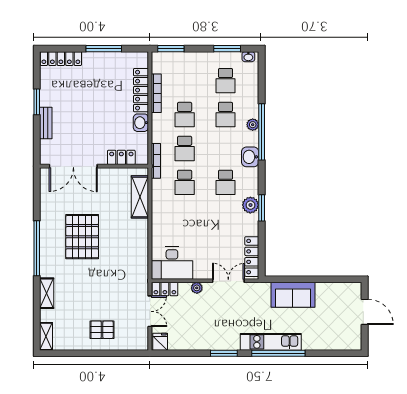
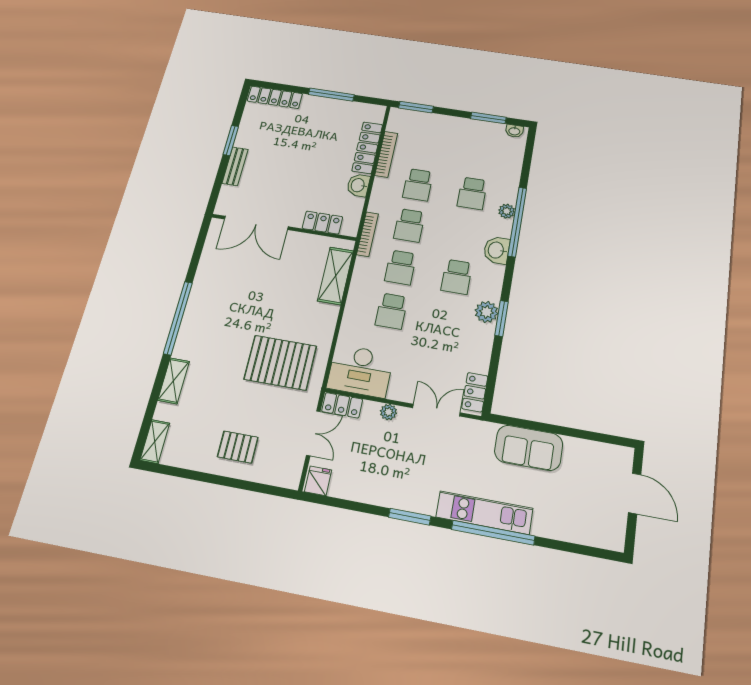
school desk: (225, 81) -> (391, 311), moved
pallet: (82, 237) -> (280, 363), moved, turned 90
locker: (252, 257) -> (475, 392), width x0.66

